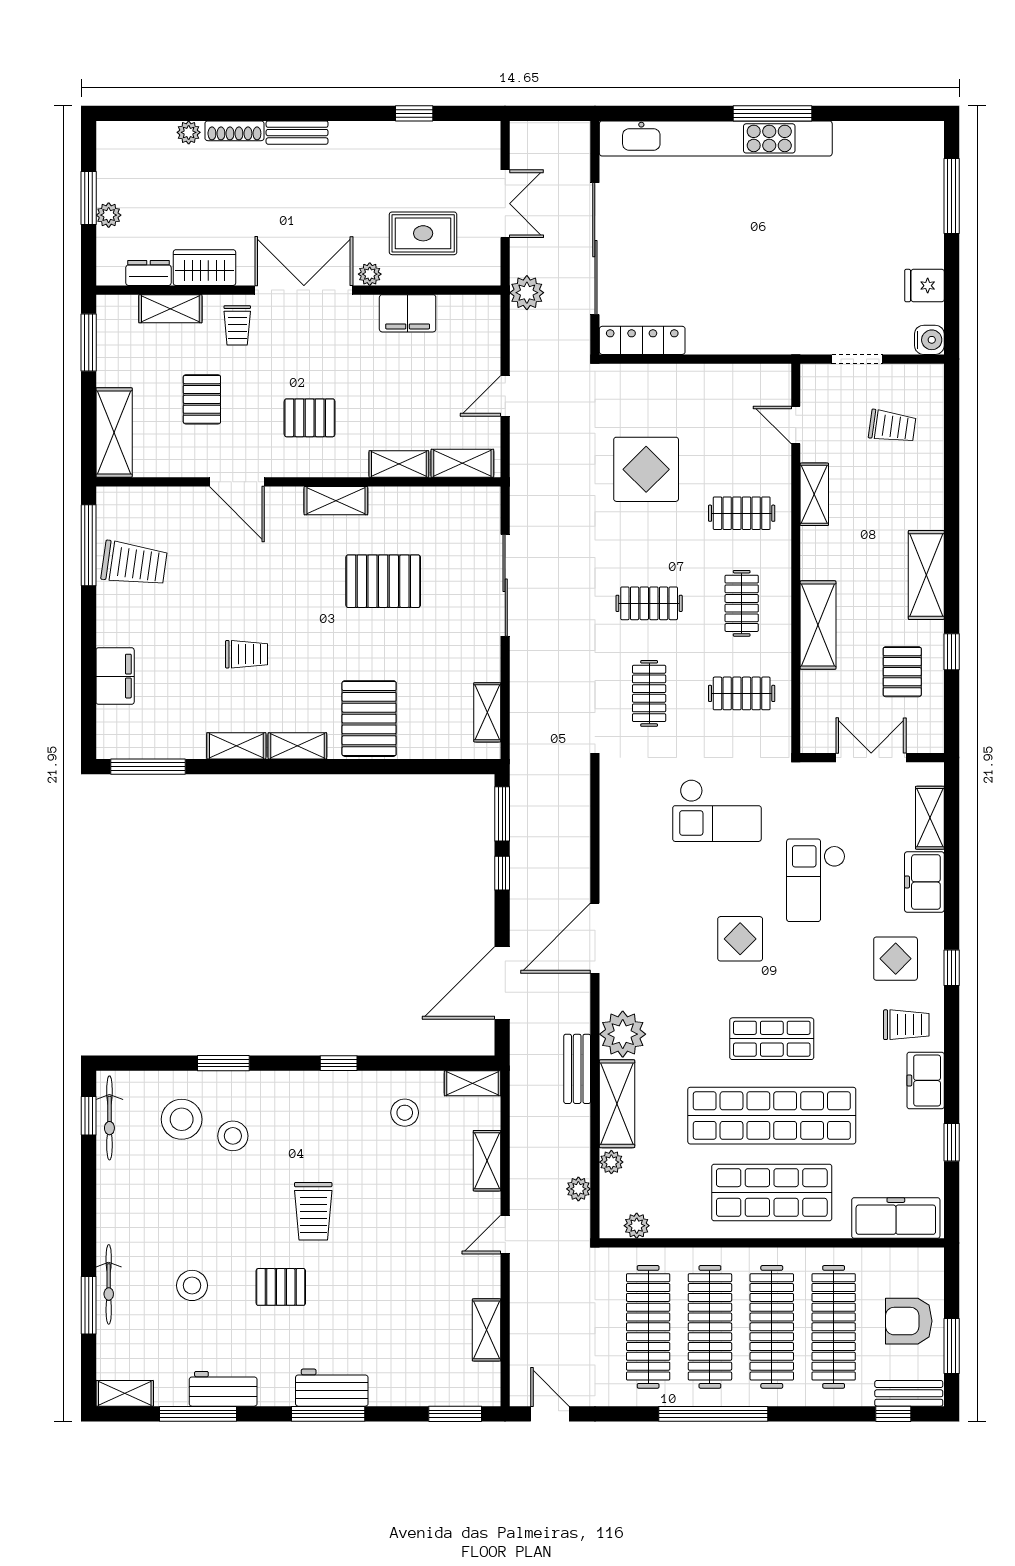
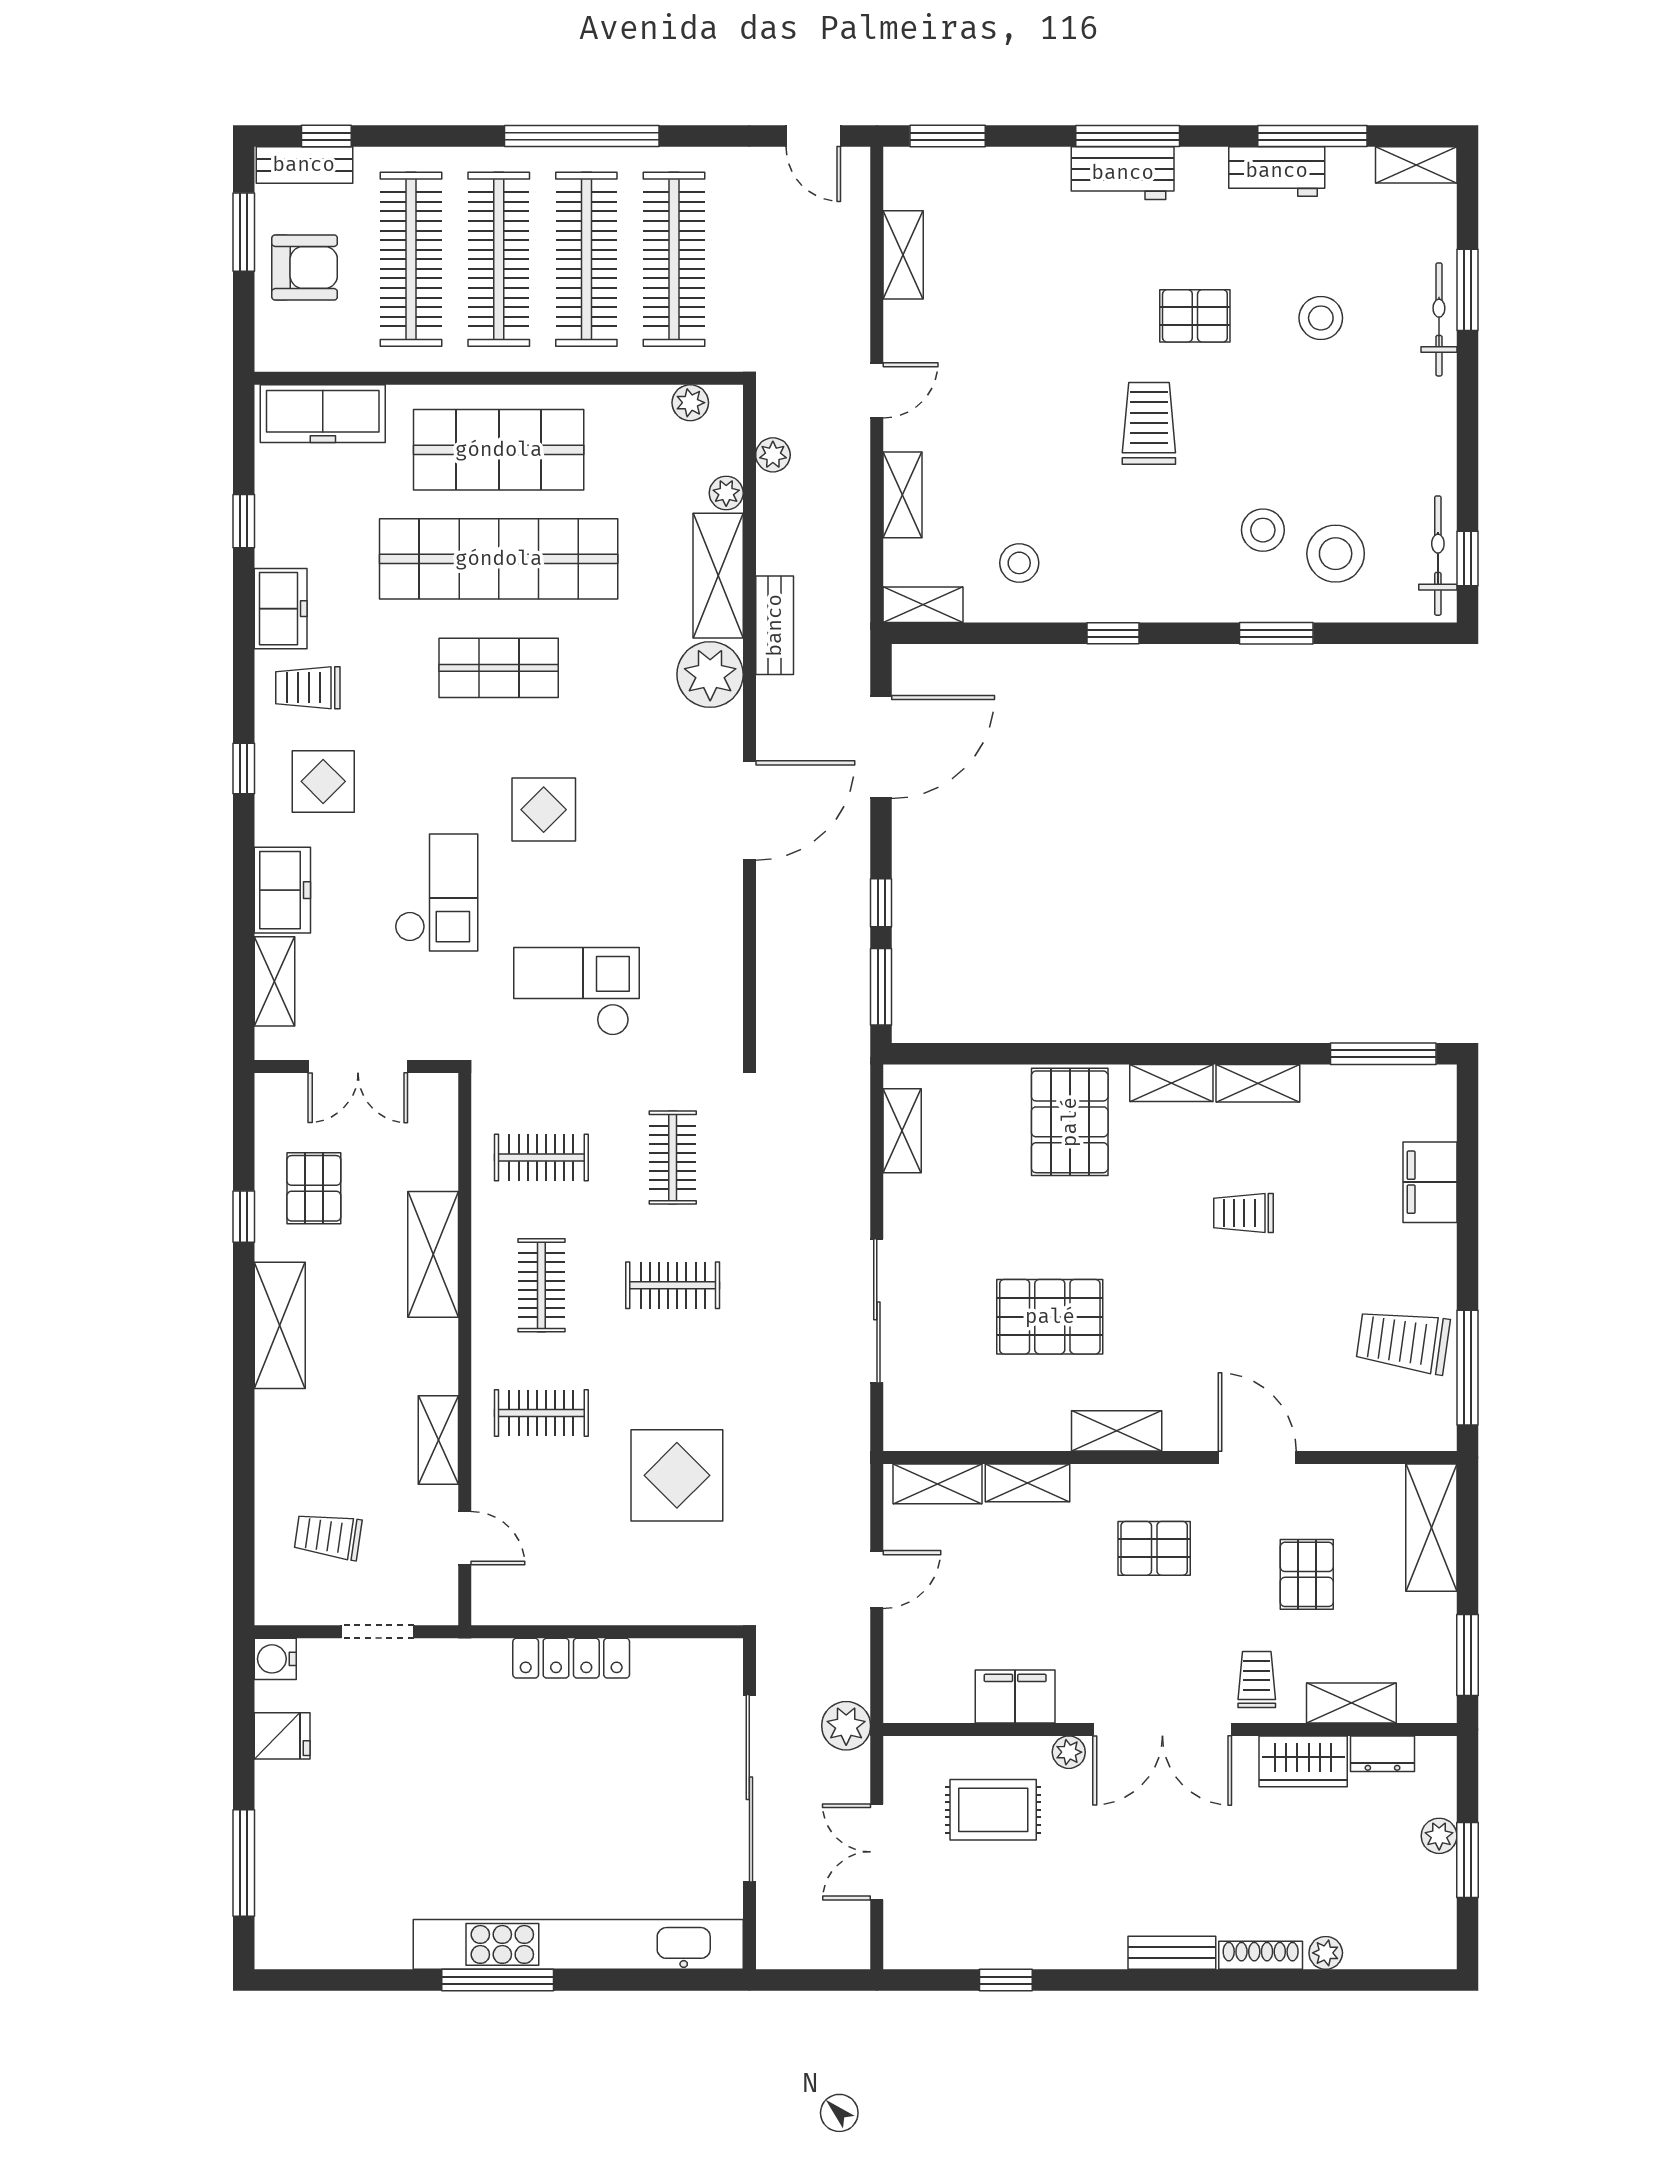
locker: (642, 340) -> (571, 1658), moved

